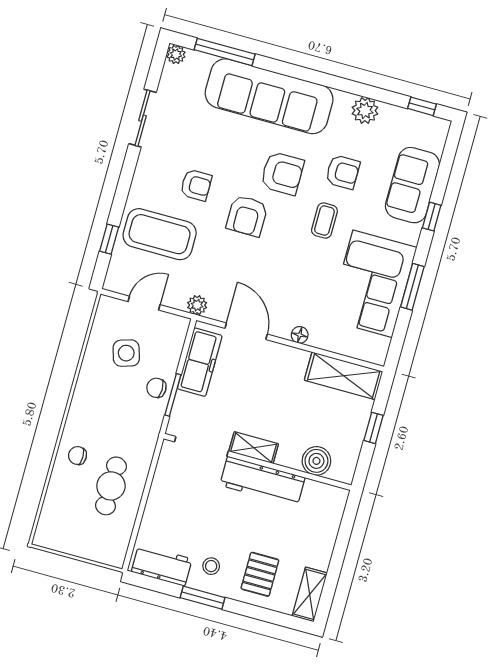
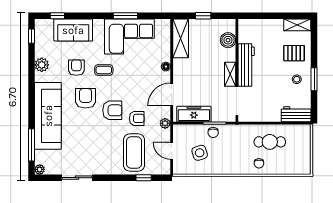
armchair: (196, 185) -> (137, 118), moved, turned 90
window: (432, 217) -> (57, 16), moved
workbench: (162, 565) -> (296, 114), moved, turned 90

